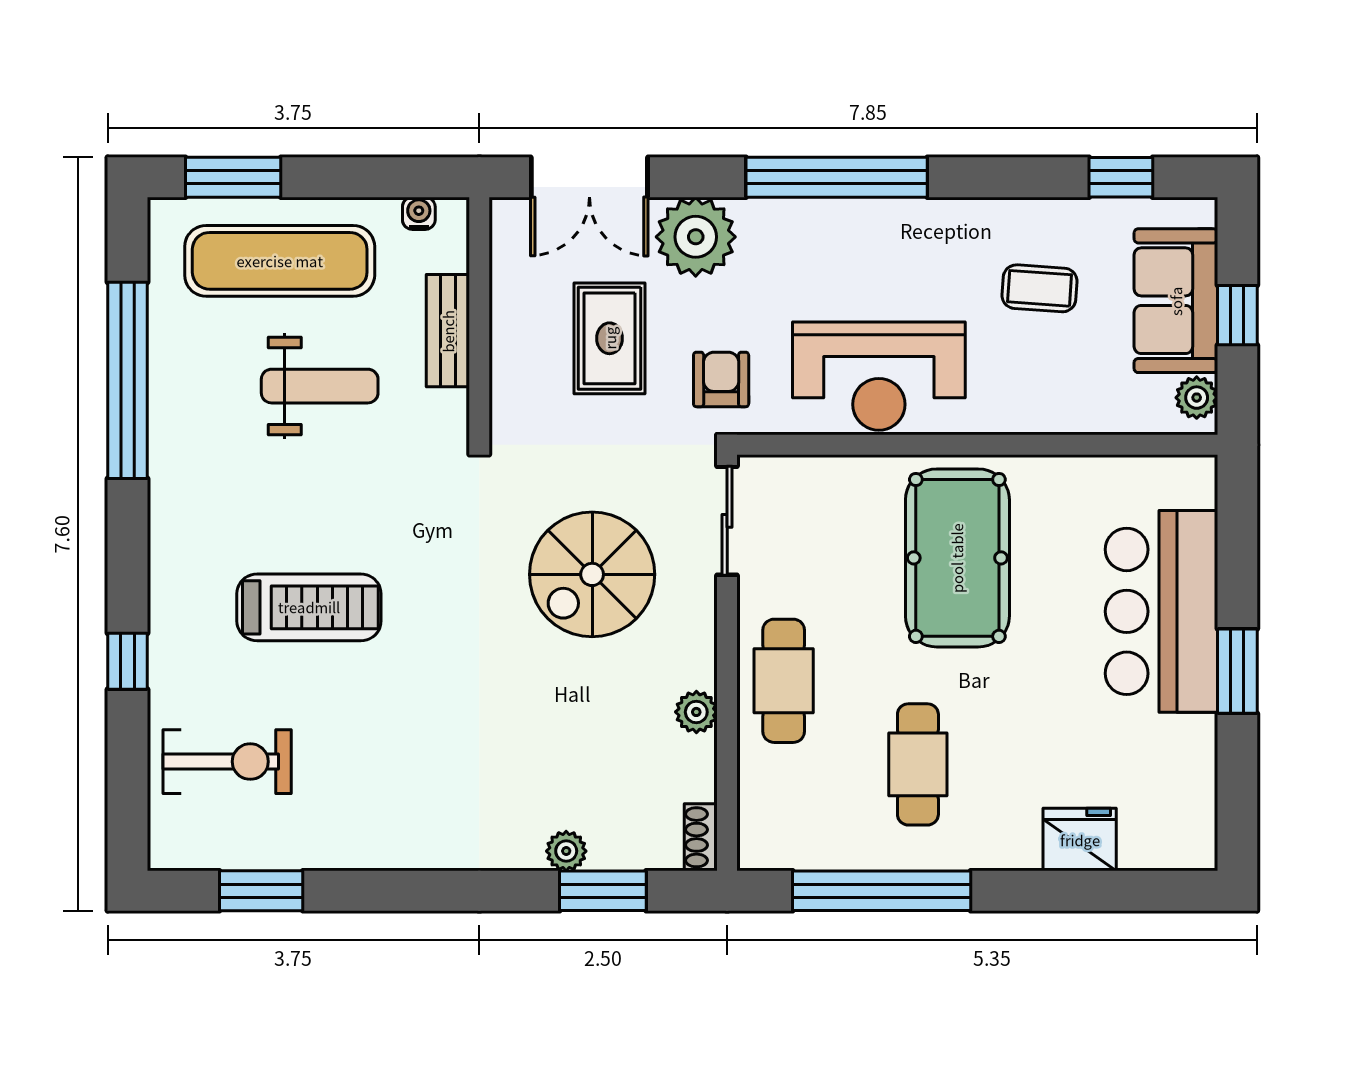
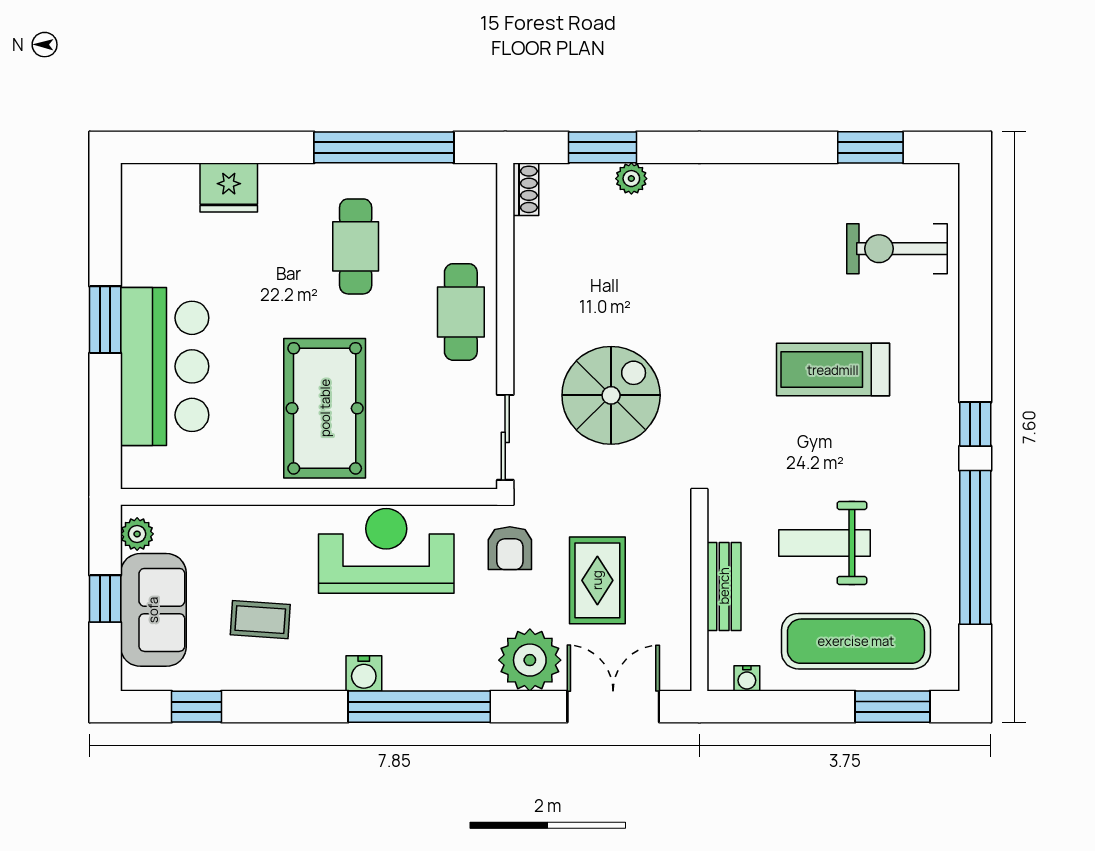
water cooler: (907, 220) -> (364, 673), added
window: (128, 661) -> (975, 424), moved
plant: (696, 712) -> (529, 288), removed

